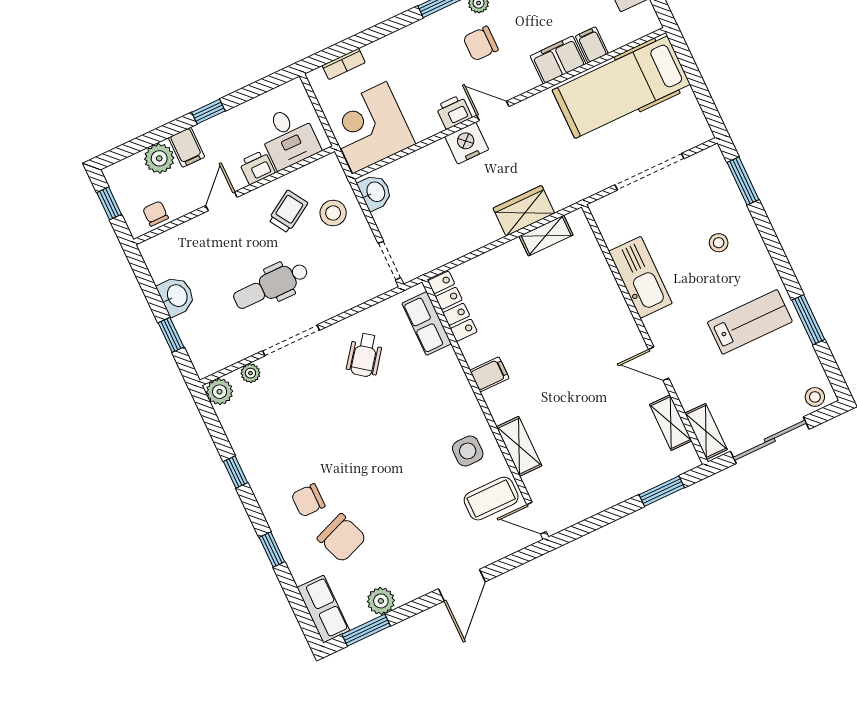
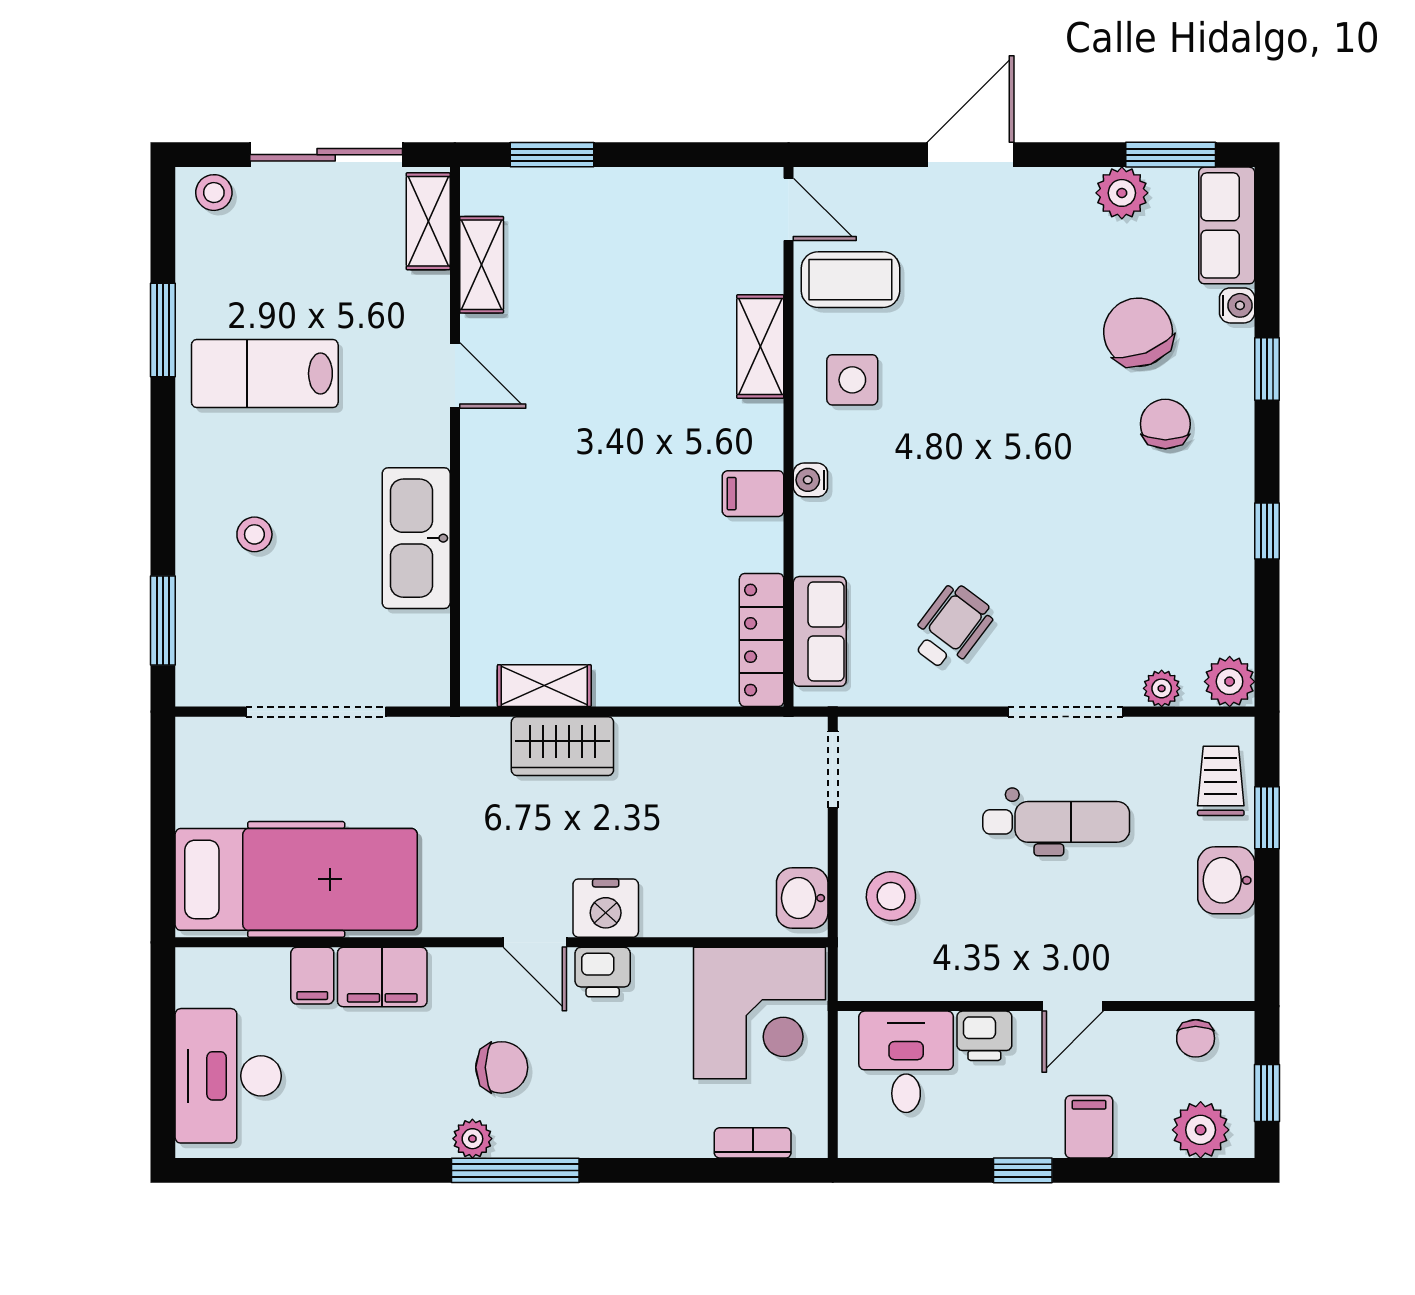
plant: (159, 158) -> (1201, 1130), moved
trolley: (288, 211) -> (1221, 781), moved, turned 122
water cooler: (465, 394) -> (810, 480), added
chair: (308, 500) -> (1165, 424), turned -90
water cooler: (300, 573) -> (1237, 305), added

